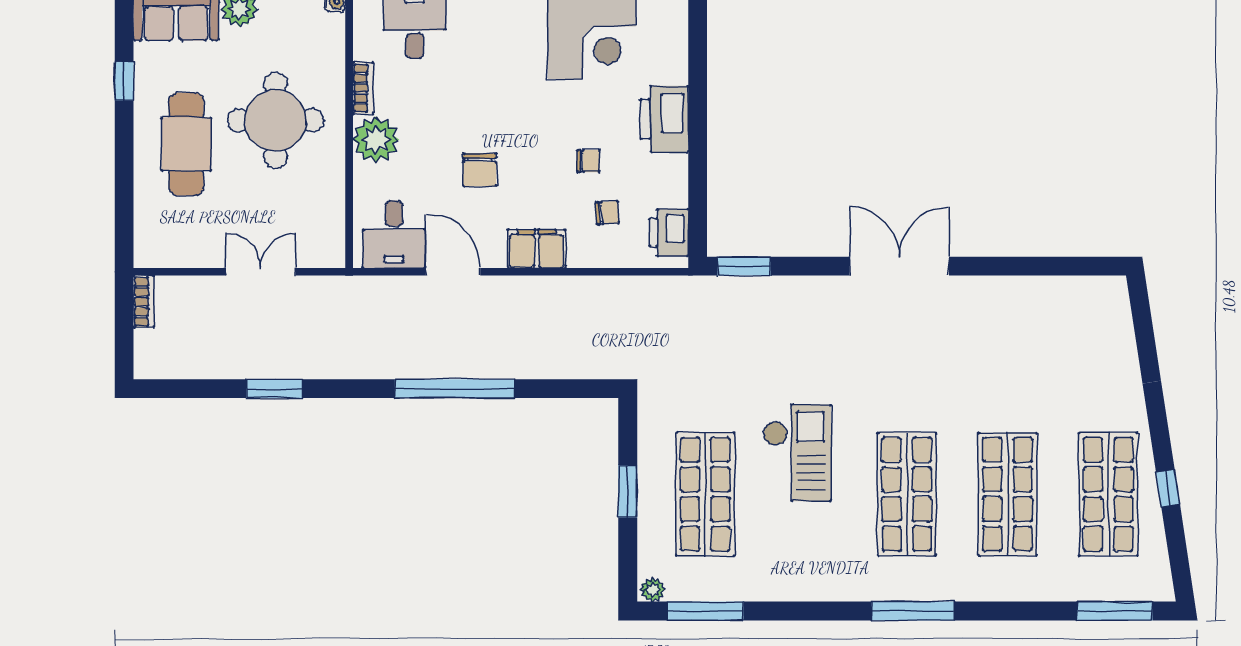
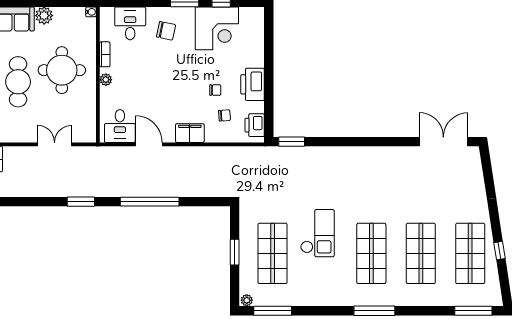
printer: (664, 119) -> (253, 84), moved
plant: (376, 140) -> (106, 80), width x0.53, depth x0.53
chair: (480, 170) -> (166, 31), moved, turned -78
double door: (899, 266) -> (443, 142), moved
window: (275, 389) -> (81, 202), moved

